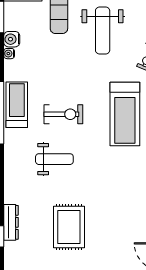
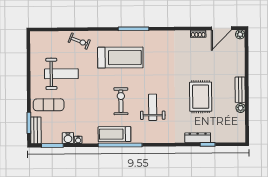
rug: (69, 227) -> (201, 97), turned 90

